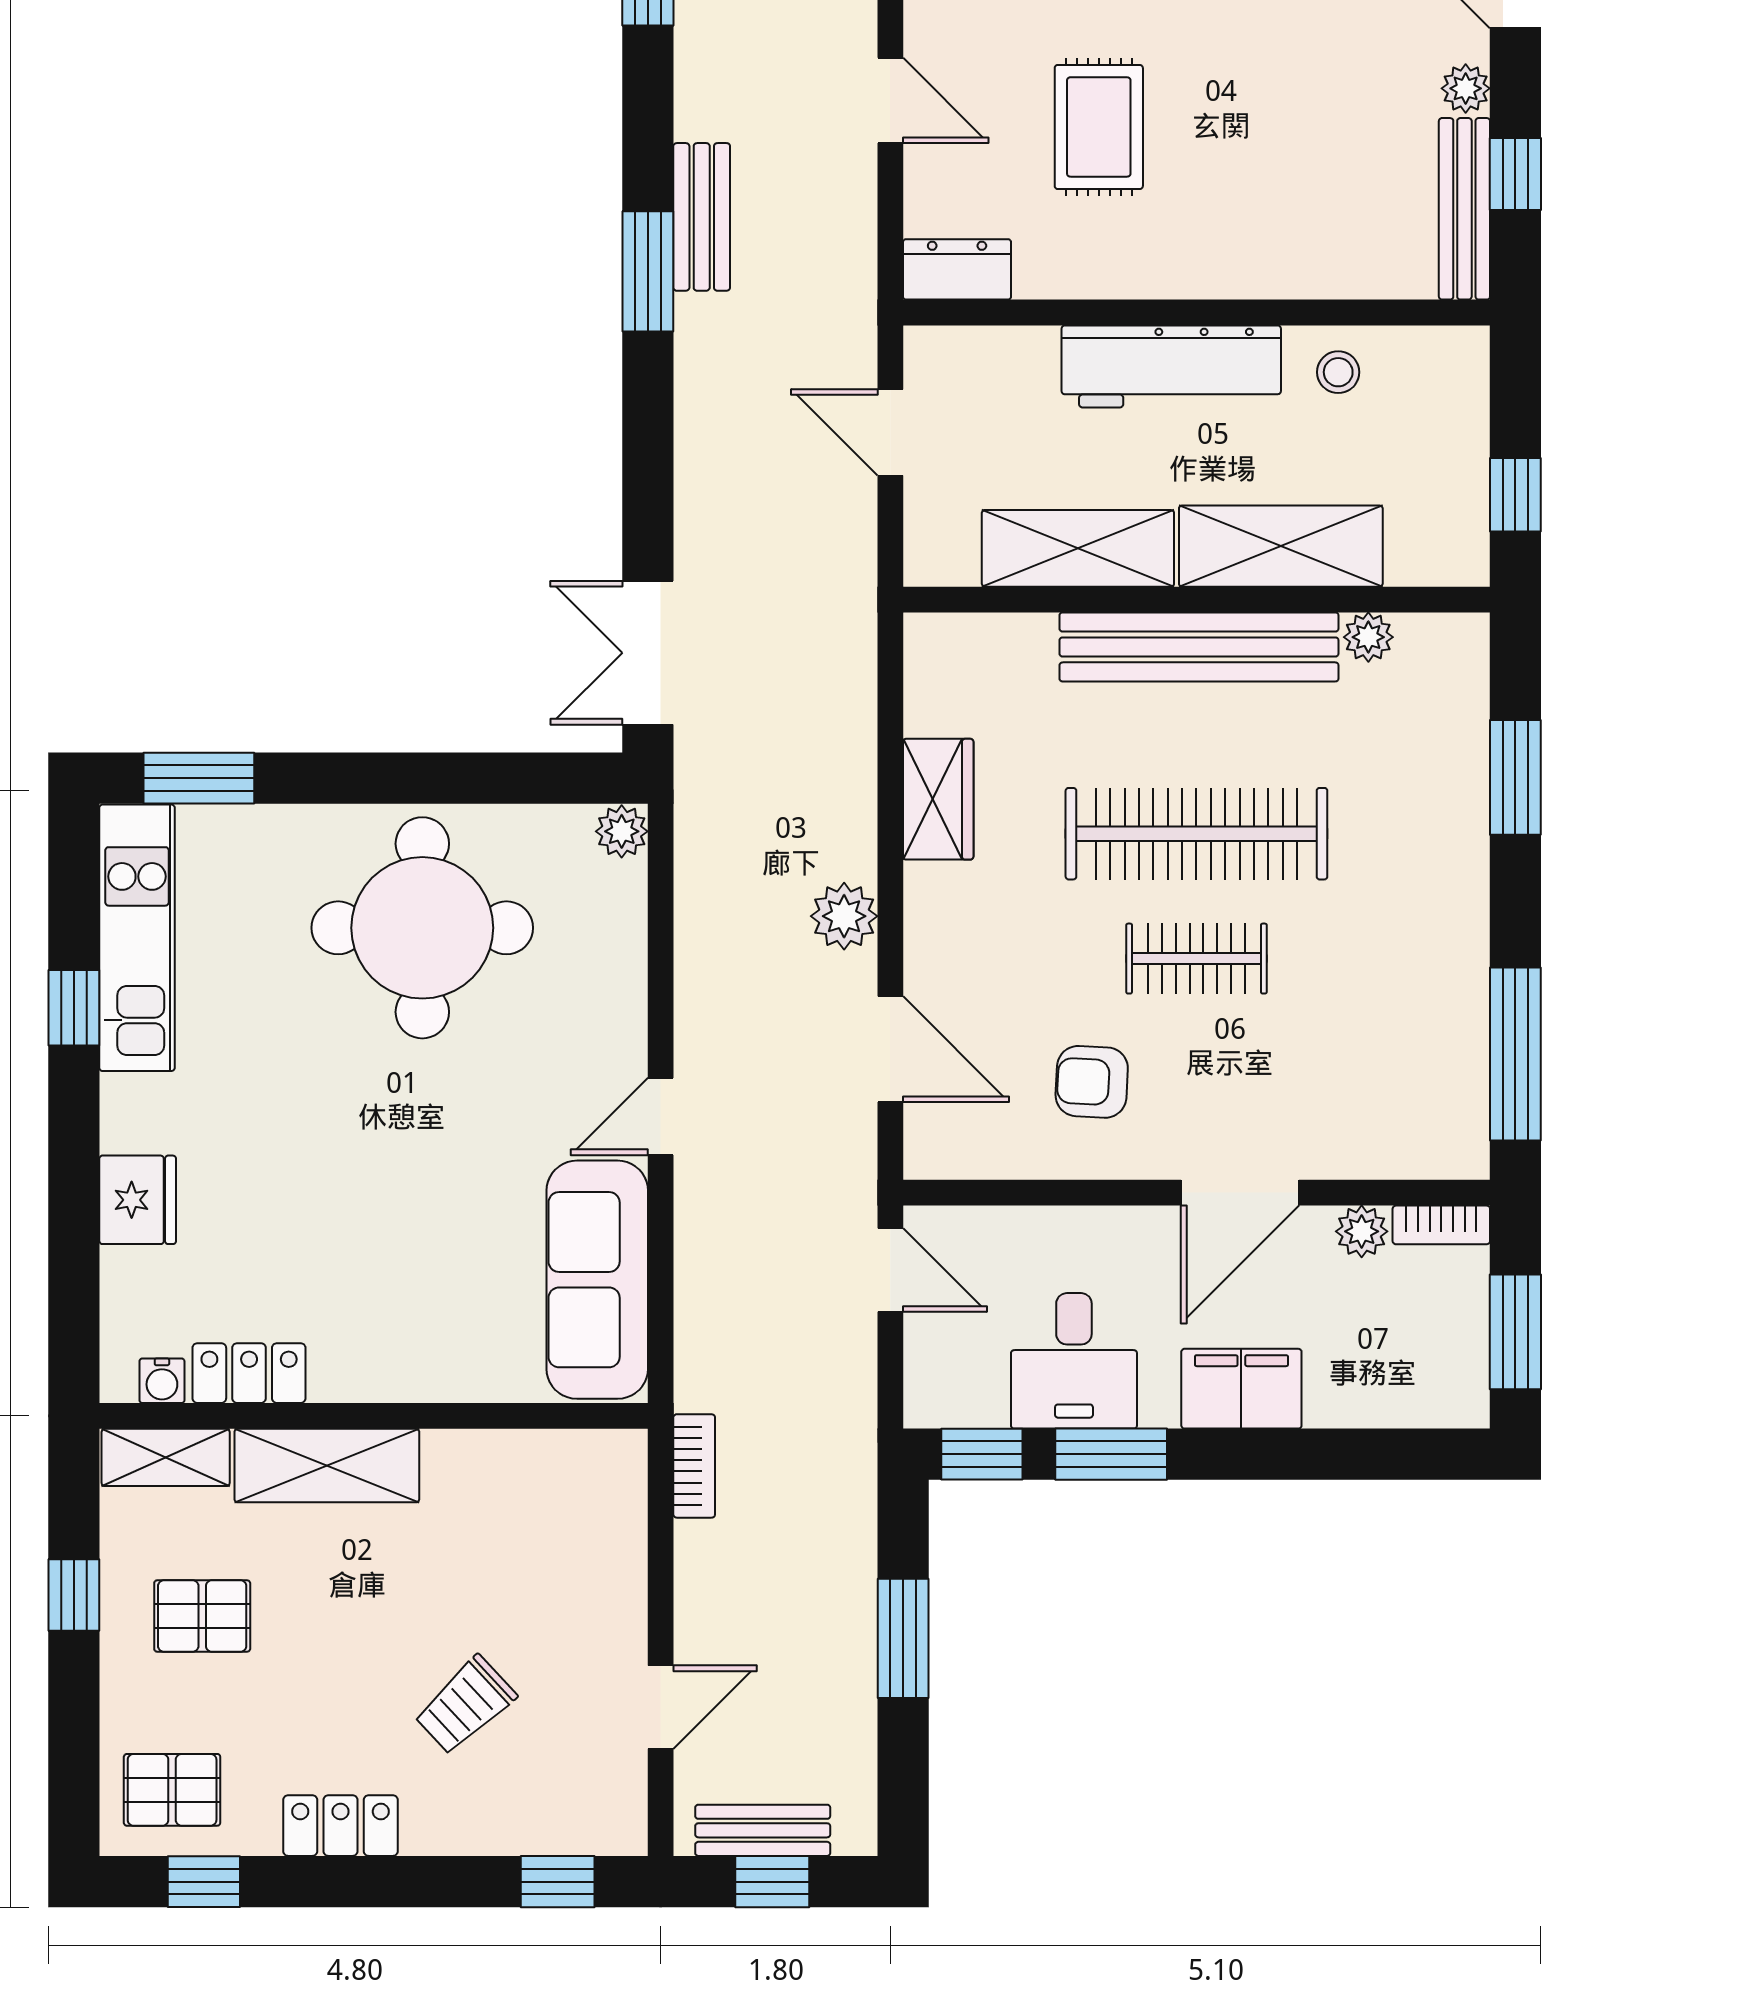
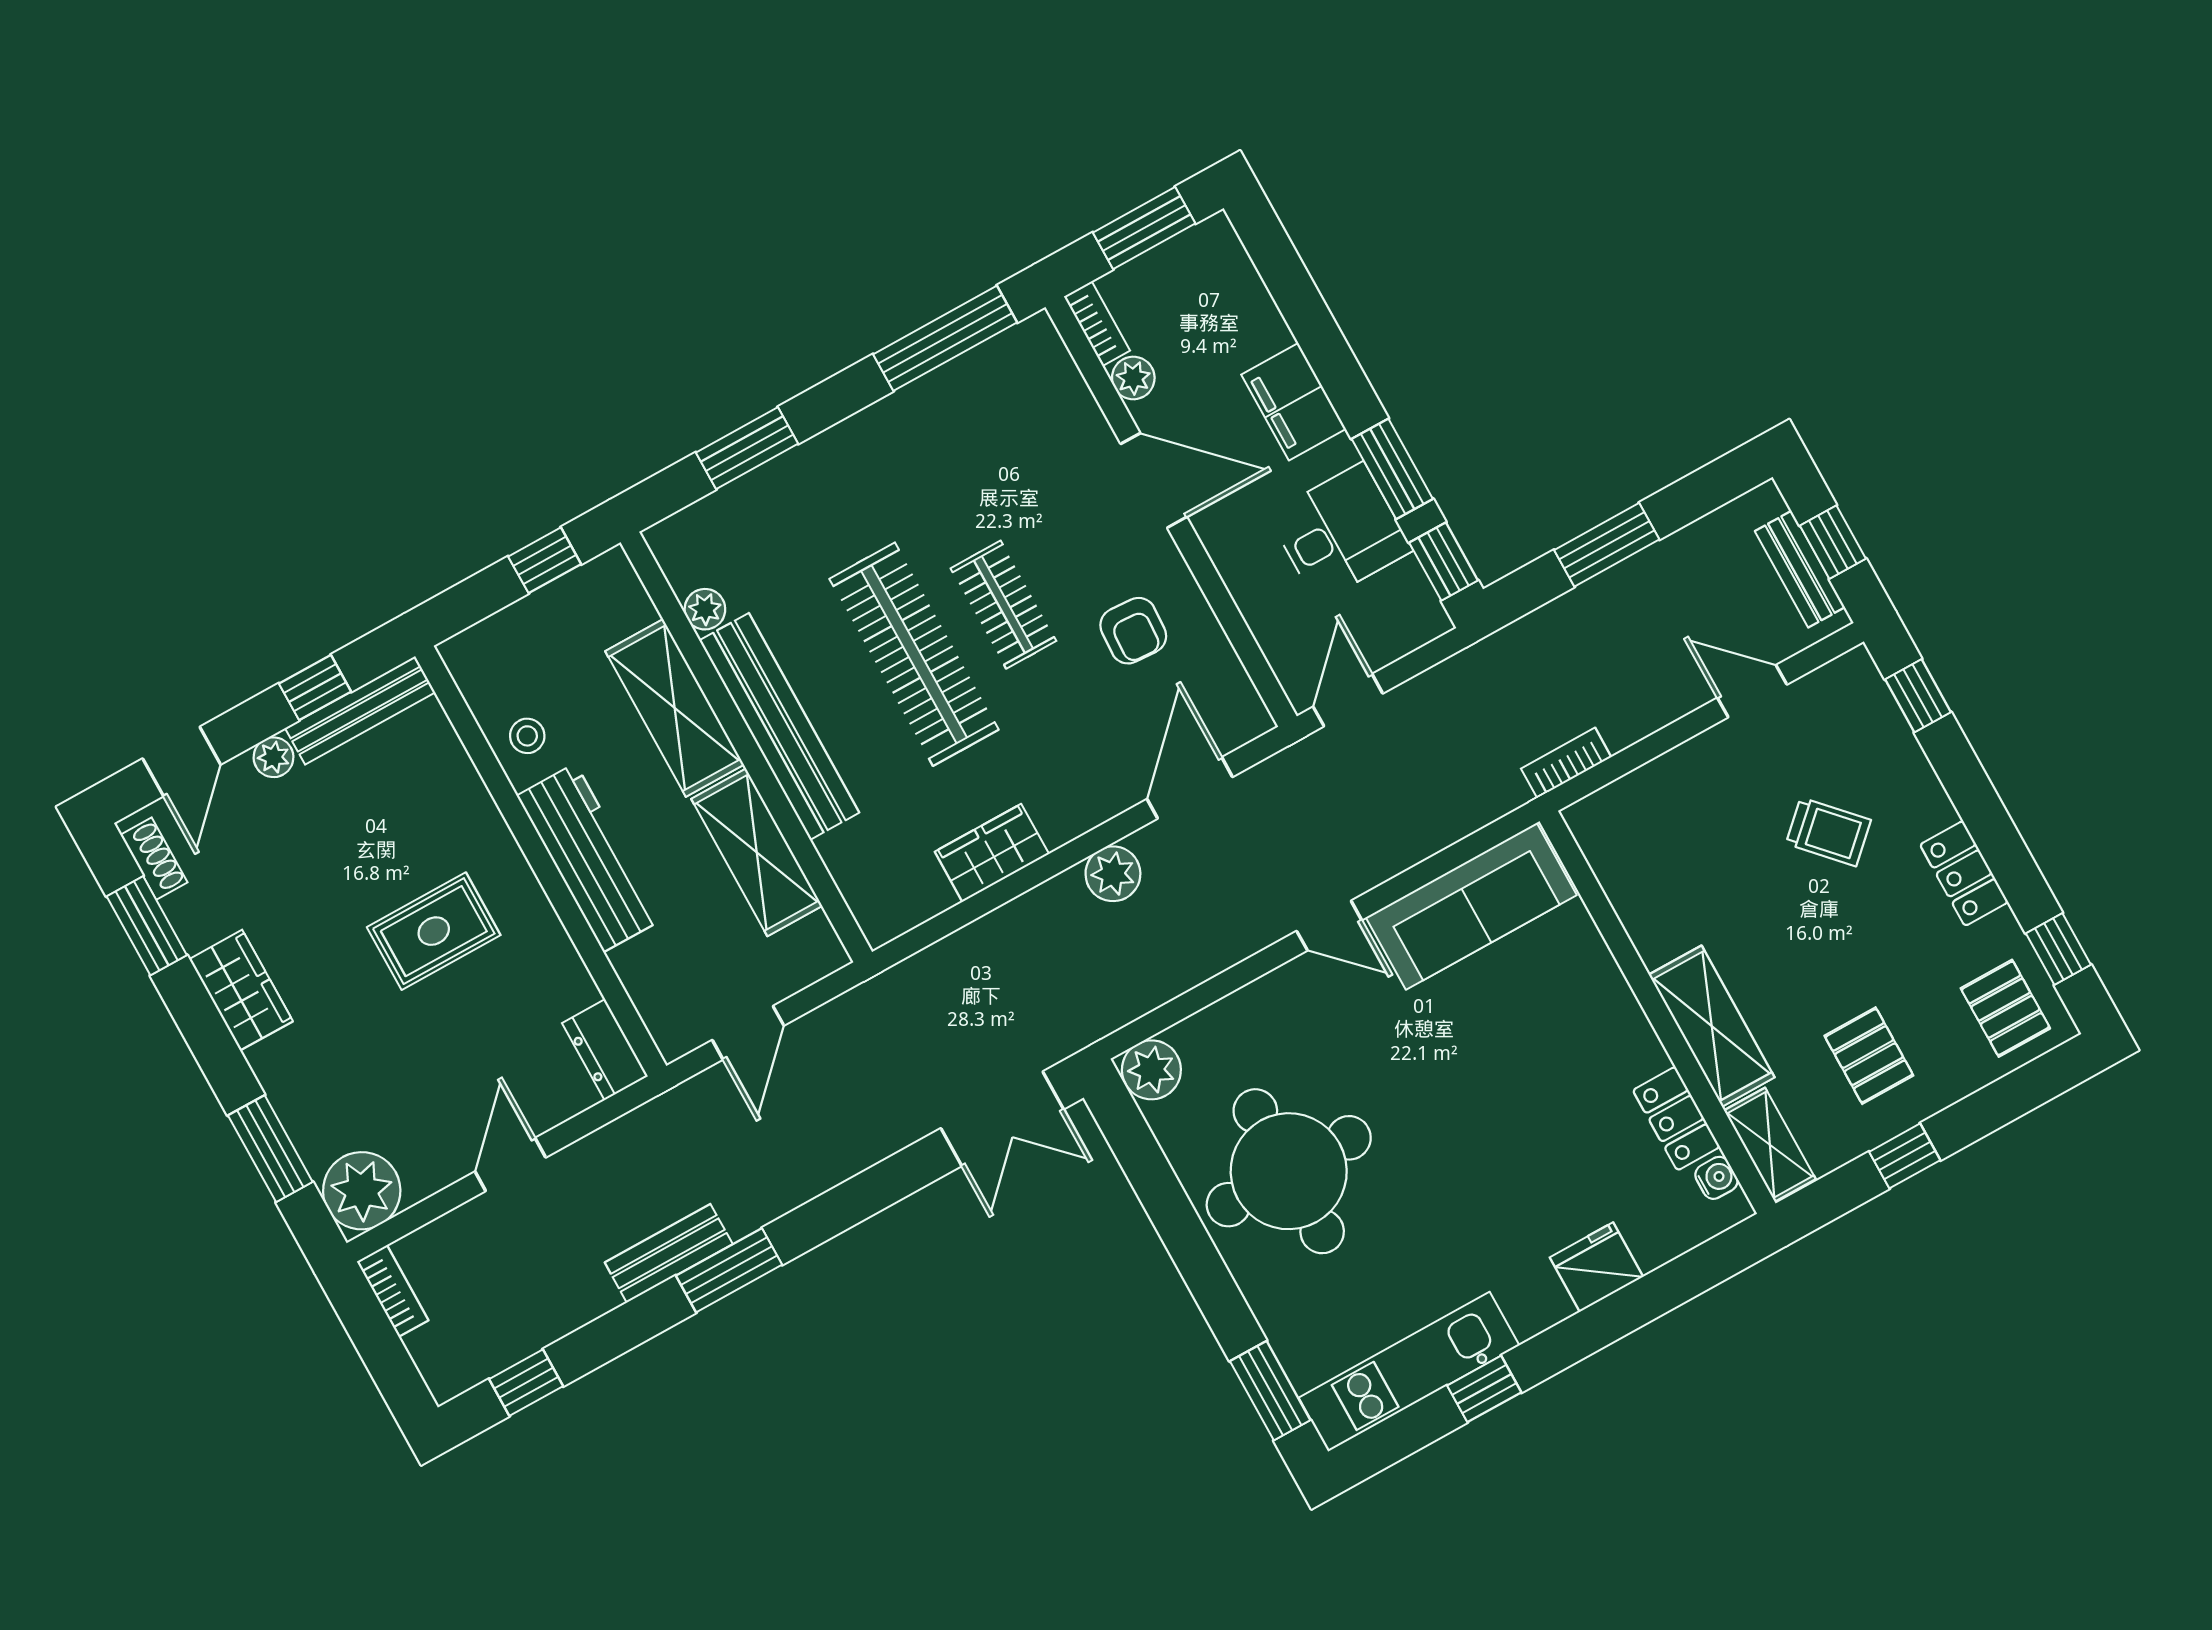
rug: (1099, 127) -> (434, 931), moved
plant: (622, 831) -> (1151, 1070), width x1.38, depth x1.38

